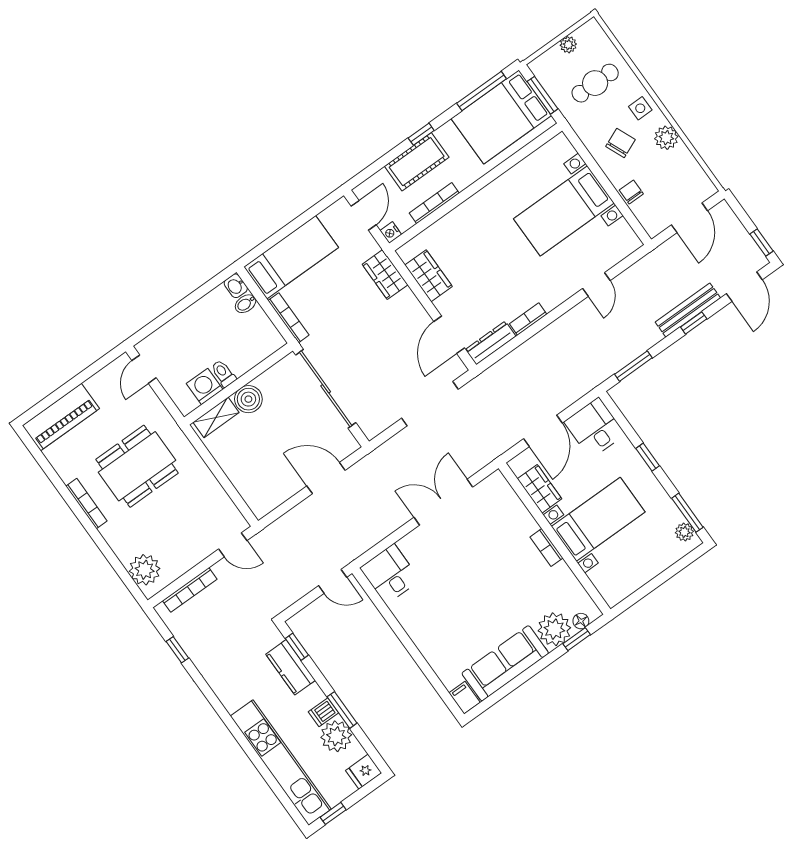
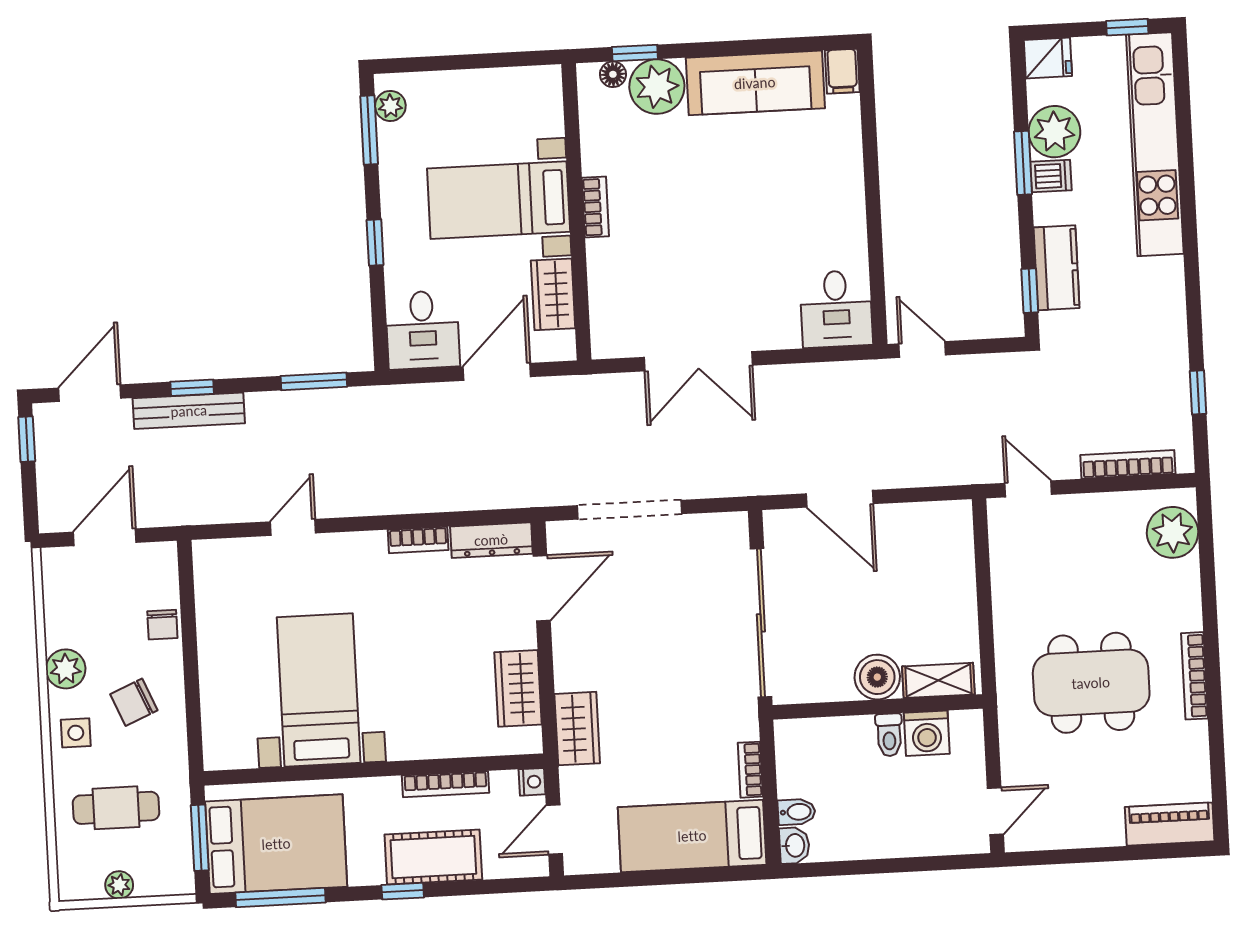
bed with nightstands: (564, 211) -> (319, 690), moved, turned -90
bookcase: (289, 318) -> (750, 770), width x0.64
piano: (61, 417) -> (1170, 824), width x0.73, depth x0.75

